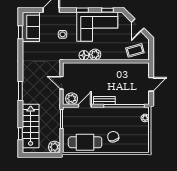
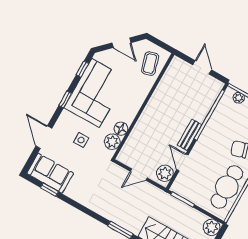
plant: (95, 55) -> (112, 142), moved

